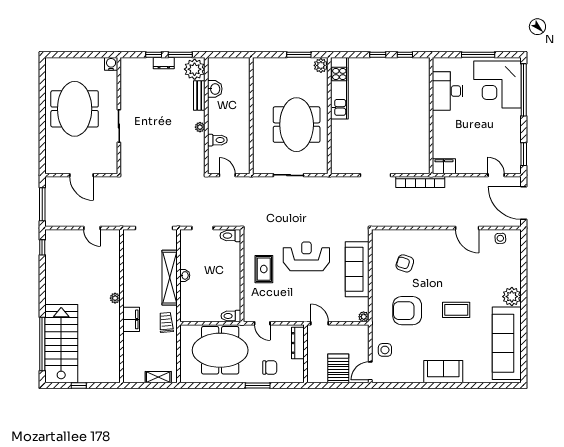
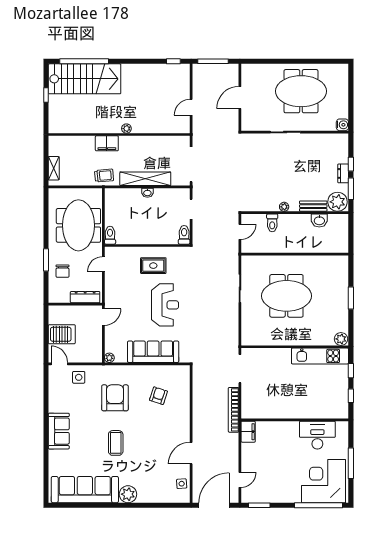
plant: (321, 65) -> (341, 339), moved
kitchen unit: (339, 88) -> (320, 356), moved
wall: (329, 116) -> (295, 347), moved

